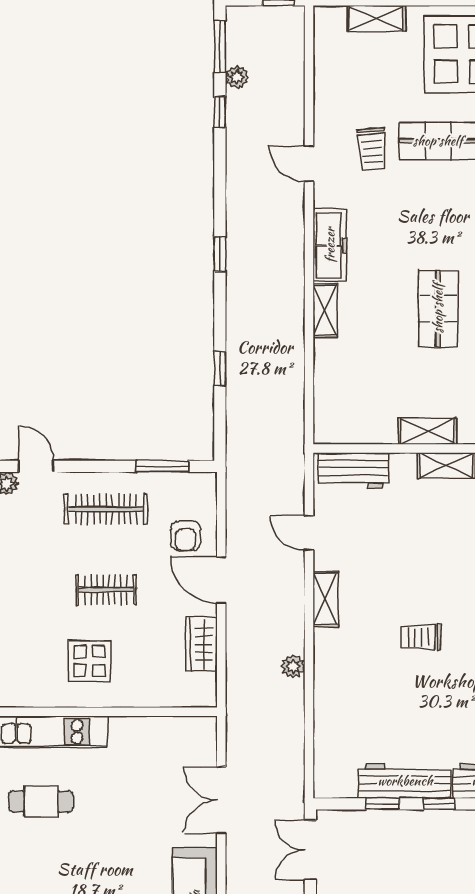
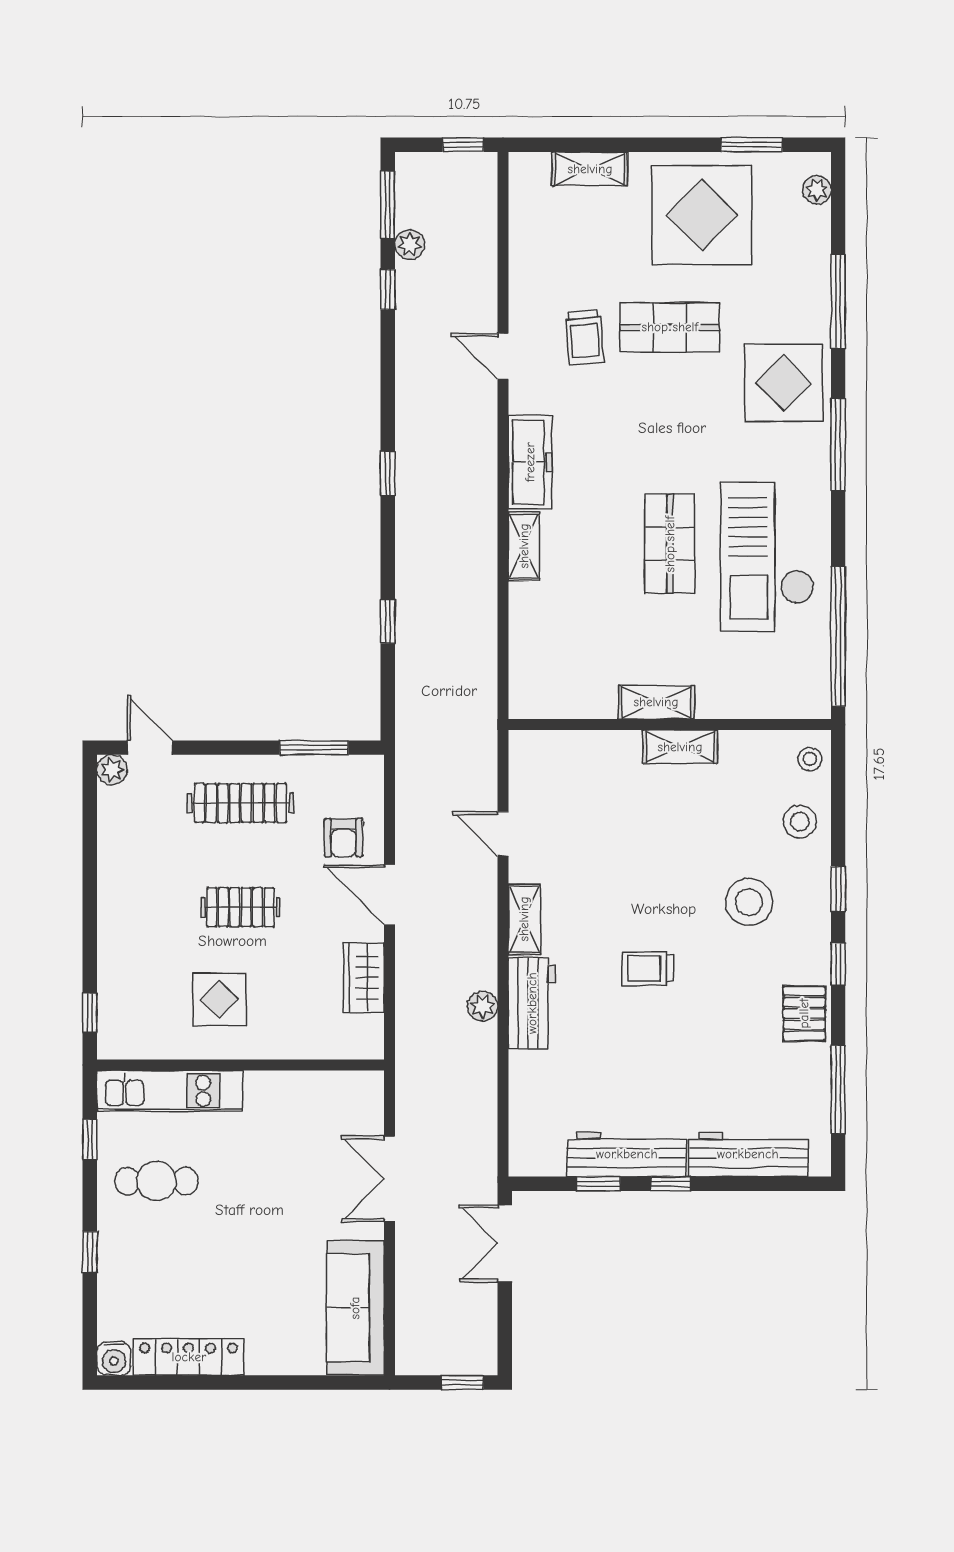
workbench: (353, 471) -> (532, 1003), moved, turned -90

